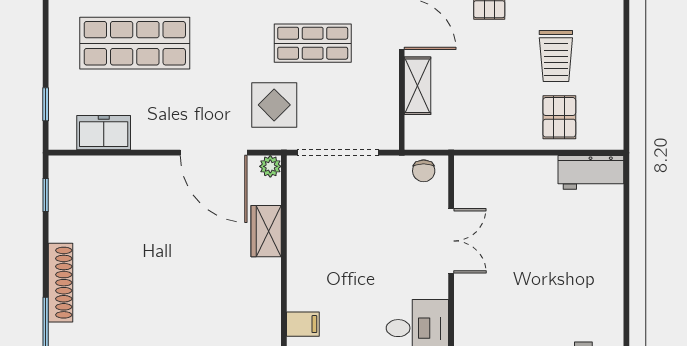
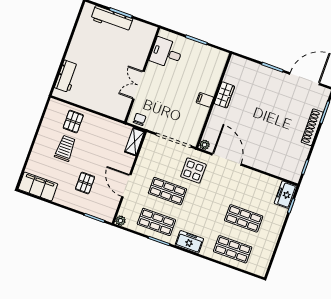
shop shelf: (135, 43) -> (244, 218), width x0.70, depth x0.74
shelving: (418, 86) -> (135, 142), moved
freezer: (104, 133) -> (286, 195), moved, turned 90
workbench: (591, 172) -> (67, 76), moved, turned 90
wardrobe: (266, 231) -> (224, 95), moved
filing cabinet: (303, 324) -> (205, 100), moved

